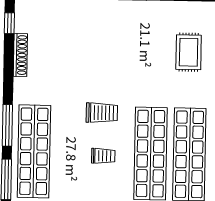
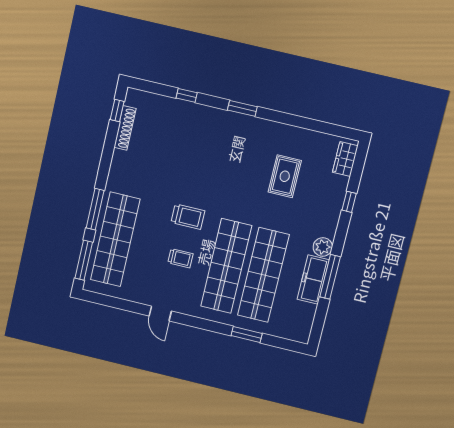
shoe rack: (20, 55) -> (125, 128), moved

